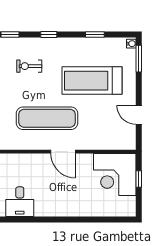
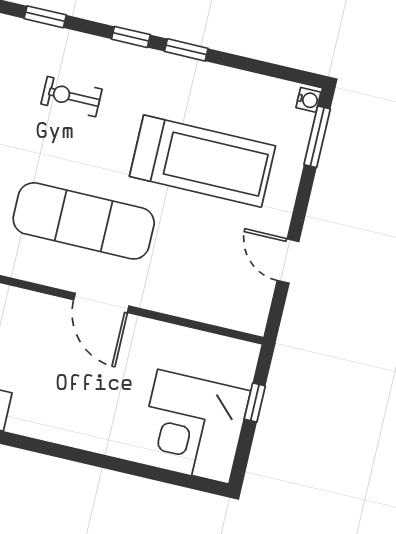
window: (95, 35) -> (186, 50), moved
treadmill: (92, 81) -> (203, 161), turned 180
corner desk: (115, 174) -> (193, 427), moved

